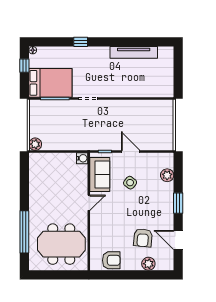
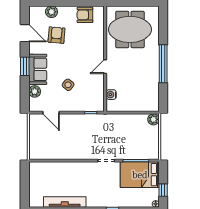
door: (131, 152) -> (51, 113), moved
water cooler: (82, 158) -> (111, 95), moved
sofa: (100, 174) -> (38, 69), moved, turned 180
window: (24, 232) -> (163, 64), moved

